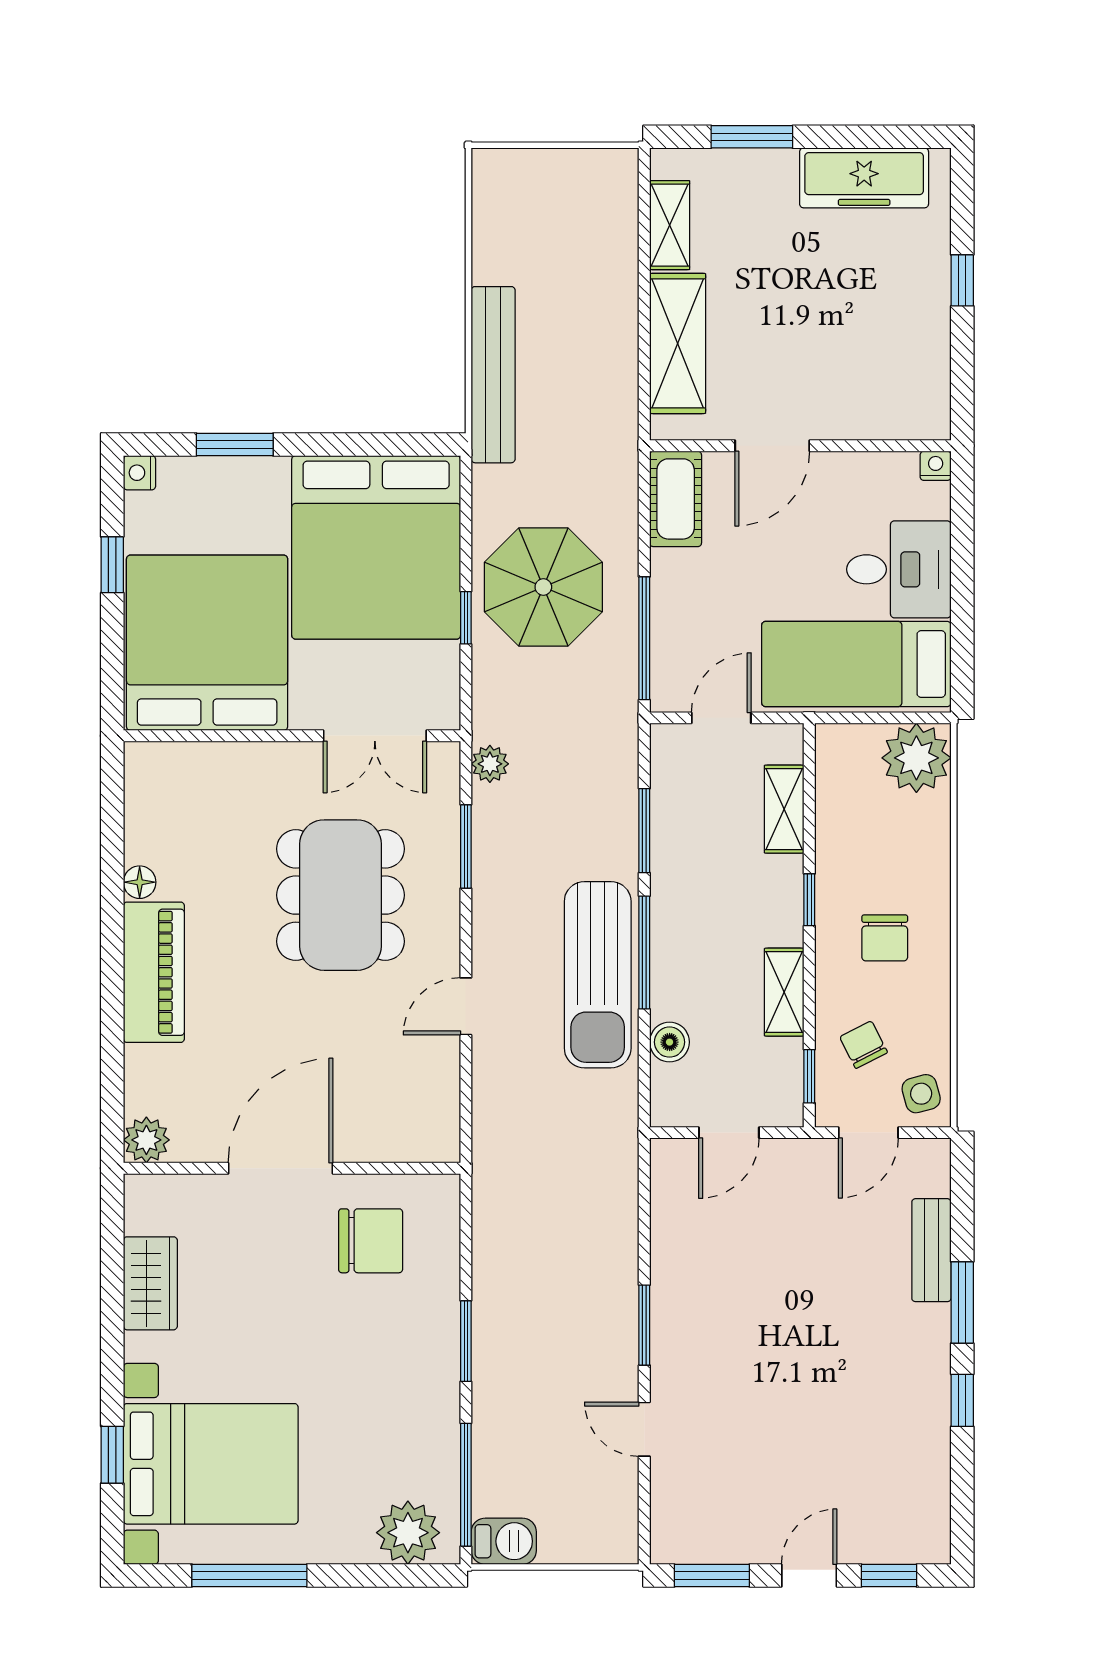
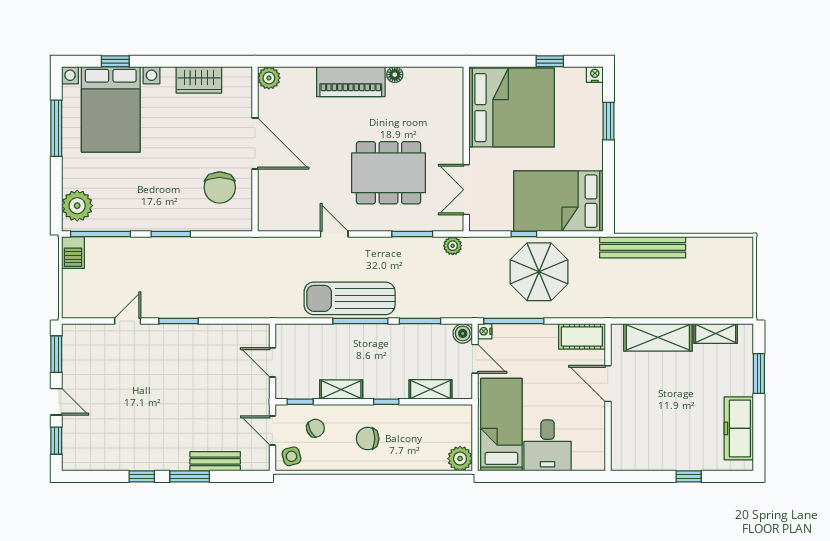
nightstand: (936, 466) -> (485, 331), moved, turned 180
bed: (376, 547) -> (558, 201), width x0.73
plant: (916, 758) -> (460, 459), width x0.73, depth x0.73
boiler: (670, 1042) -> (463, 333), moved

